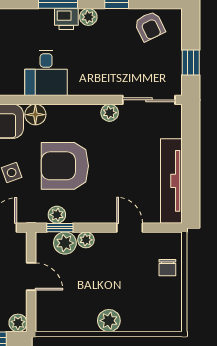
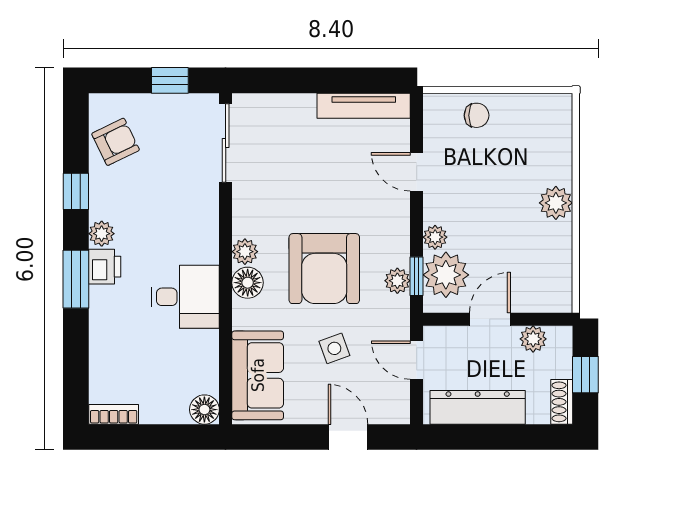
plant: (110, 113) -> (245, 252), moved
floor lamp: (35, 115) -> (248, 283), moved
tv unit: (171, 181) -> (364, 106), width x0.73, depth x0.78
door: (130, 228) -> (417, 172), hinge flipped
plant: (65, 243) -> (446, 275), width x1.36, depth x1.36
plant: (18, 323) -> (533, 339), moved

